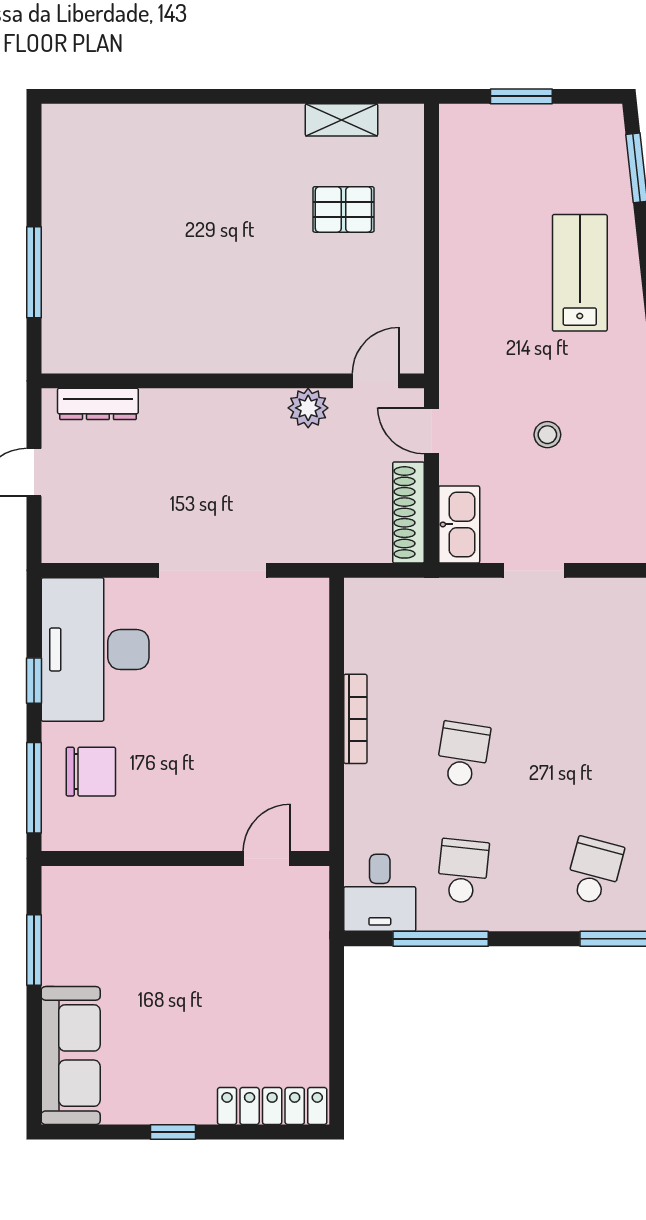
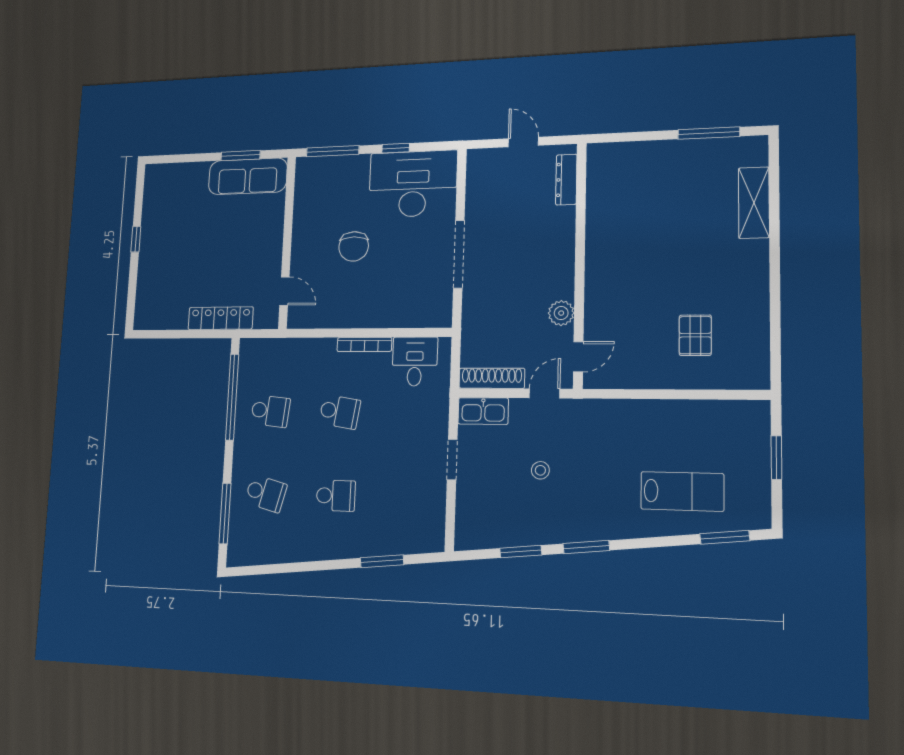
shelving: (342, 120) -> (754, 203), moved, width x1.50, depth x1.33
window: (34, 272) -> (709, 133), moved
lab bench: (580, 273) -> (682, 491), moved
door: (376, 381) -> (578, 357), hinge flipped
school desk: (594, 755) -> (336, 496), added
chair: (91, 772) -> (354, 246), moved
desk: (380, 893) -> (415, 361), moved, turned 90
window: (441, 939) -> (232, 397), width x1.46
sofa: (71, 1056) -> (248, 176), moved
locker: (272, 1106) -> (221, 318), moved, turned -90

